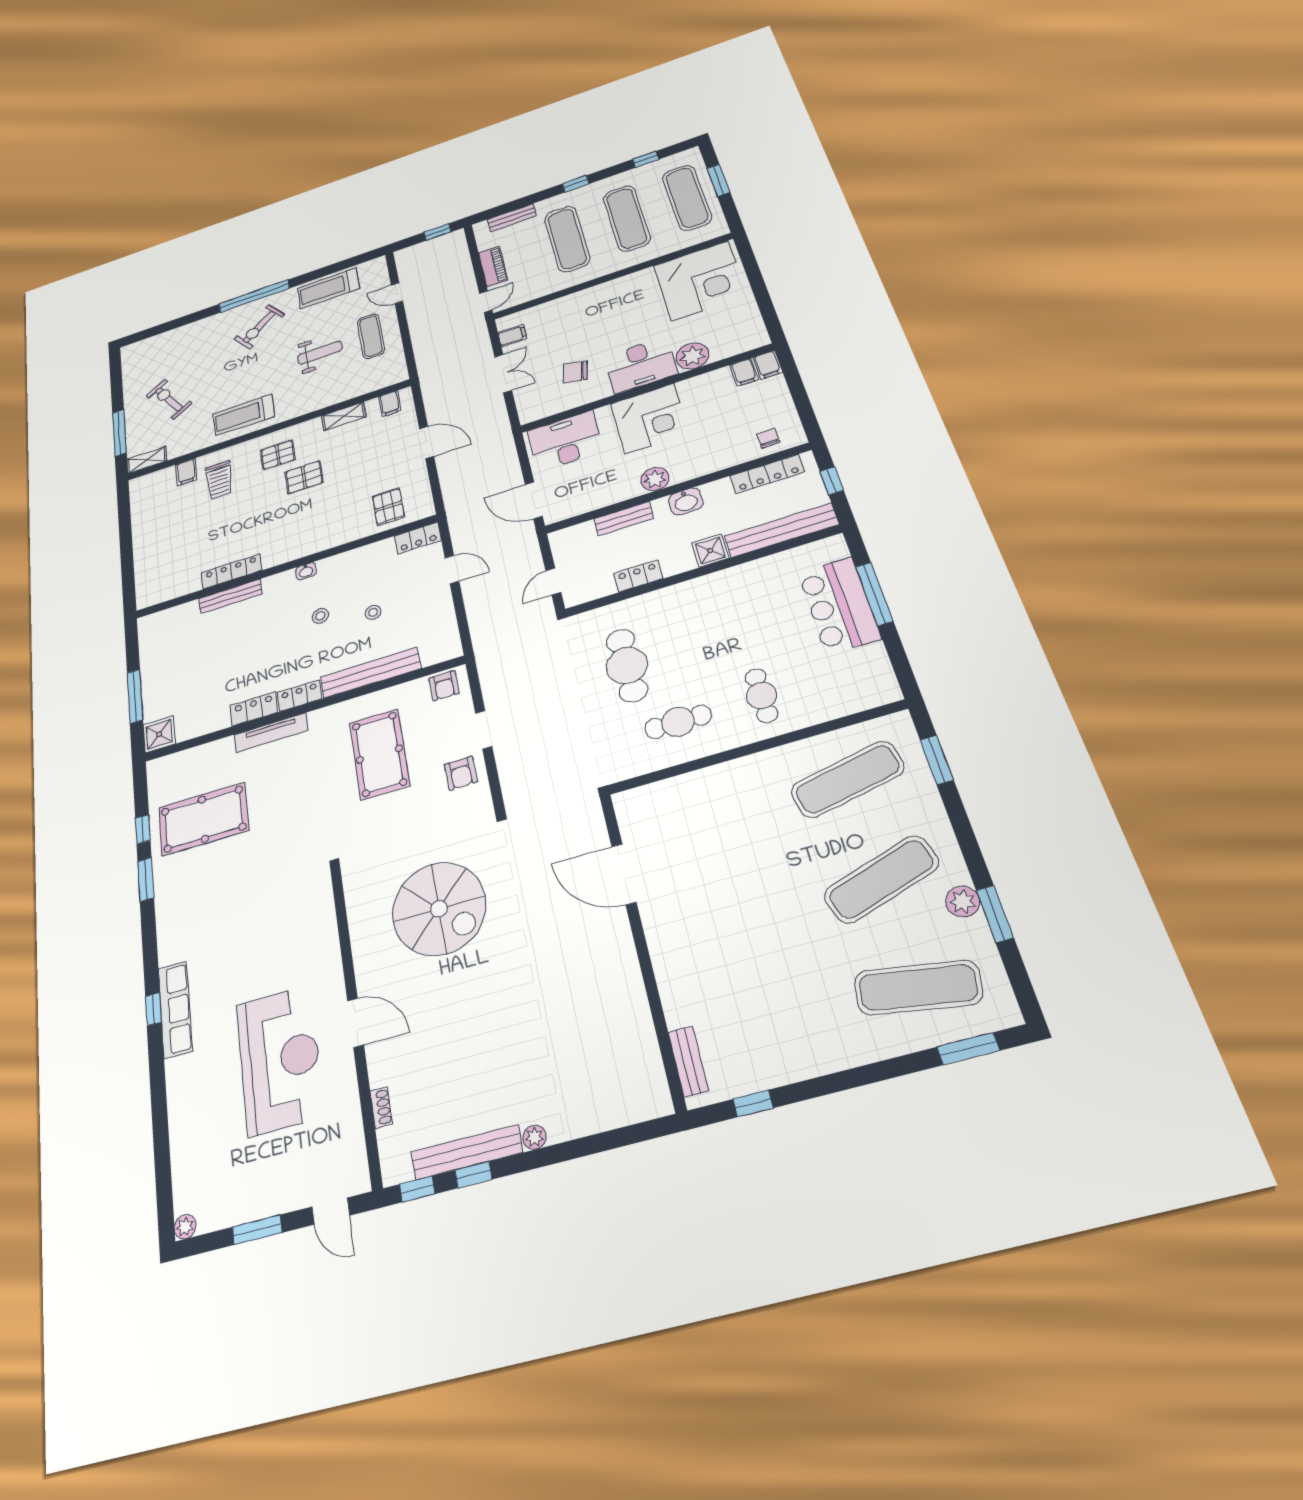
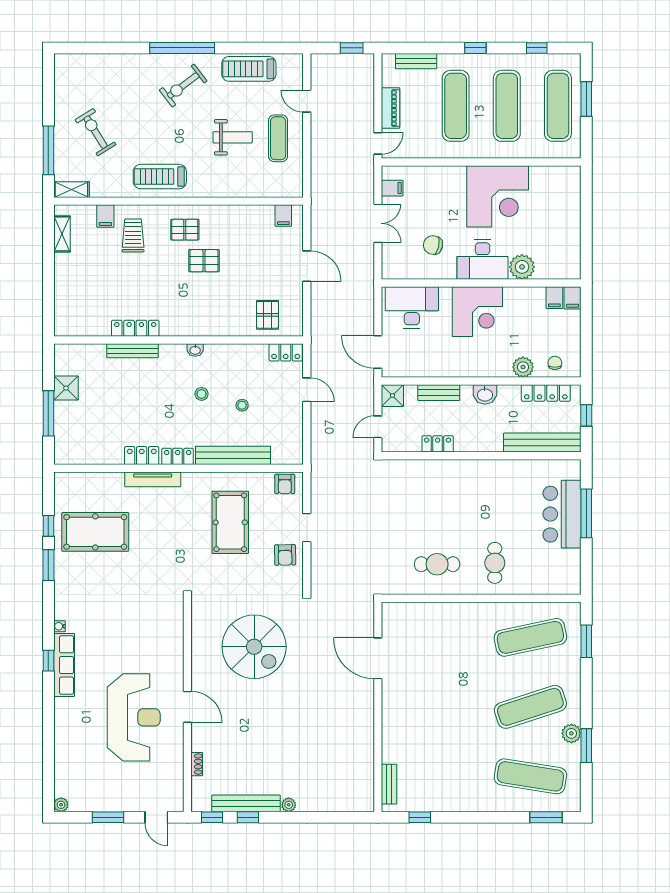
corner desk: (700, 280) -> (498, 196), moved
shelving: (344, 416) -> (62, 234), moved, turned 90
plant: (655, 479) -> (523, 367), moved
trolley: (219, 480) -> (133, 235), turned 180
shower: (710, 551) -> (392, 396), moved
cafe table: (627, 665) -> (414, 511), removed
shower: (159, 734) -> (66, 388), moved
water cooler: (165, 957) -> (60, 626), added

